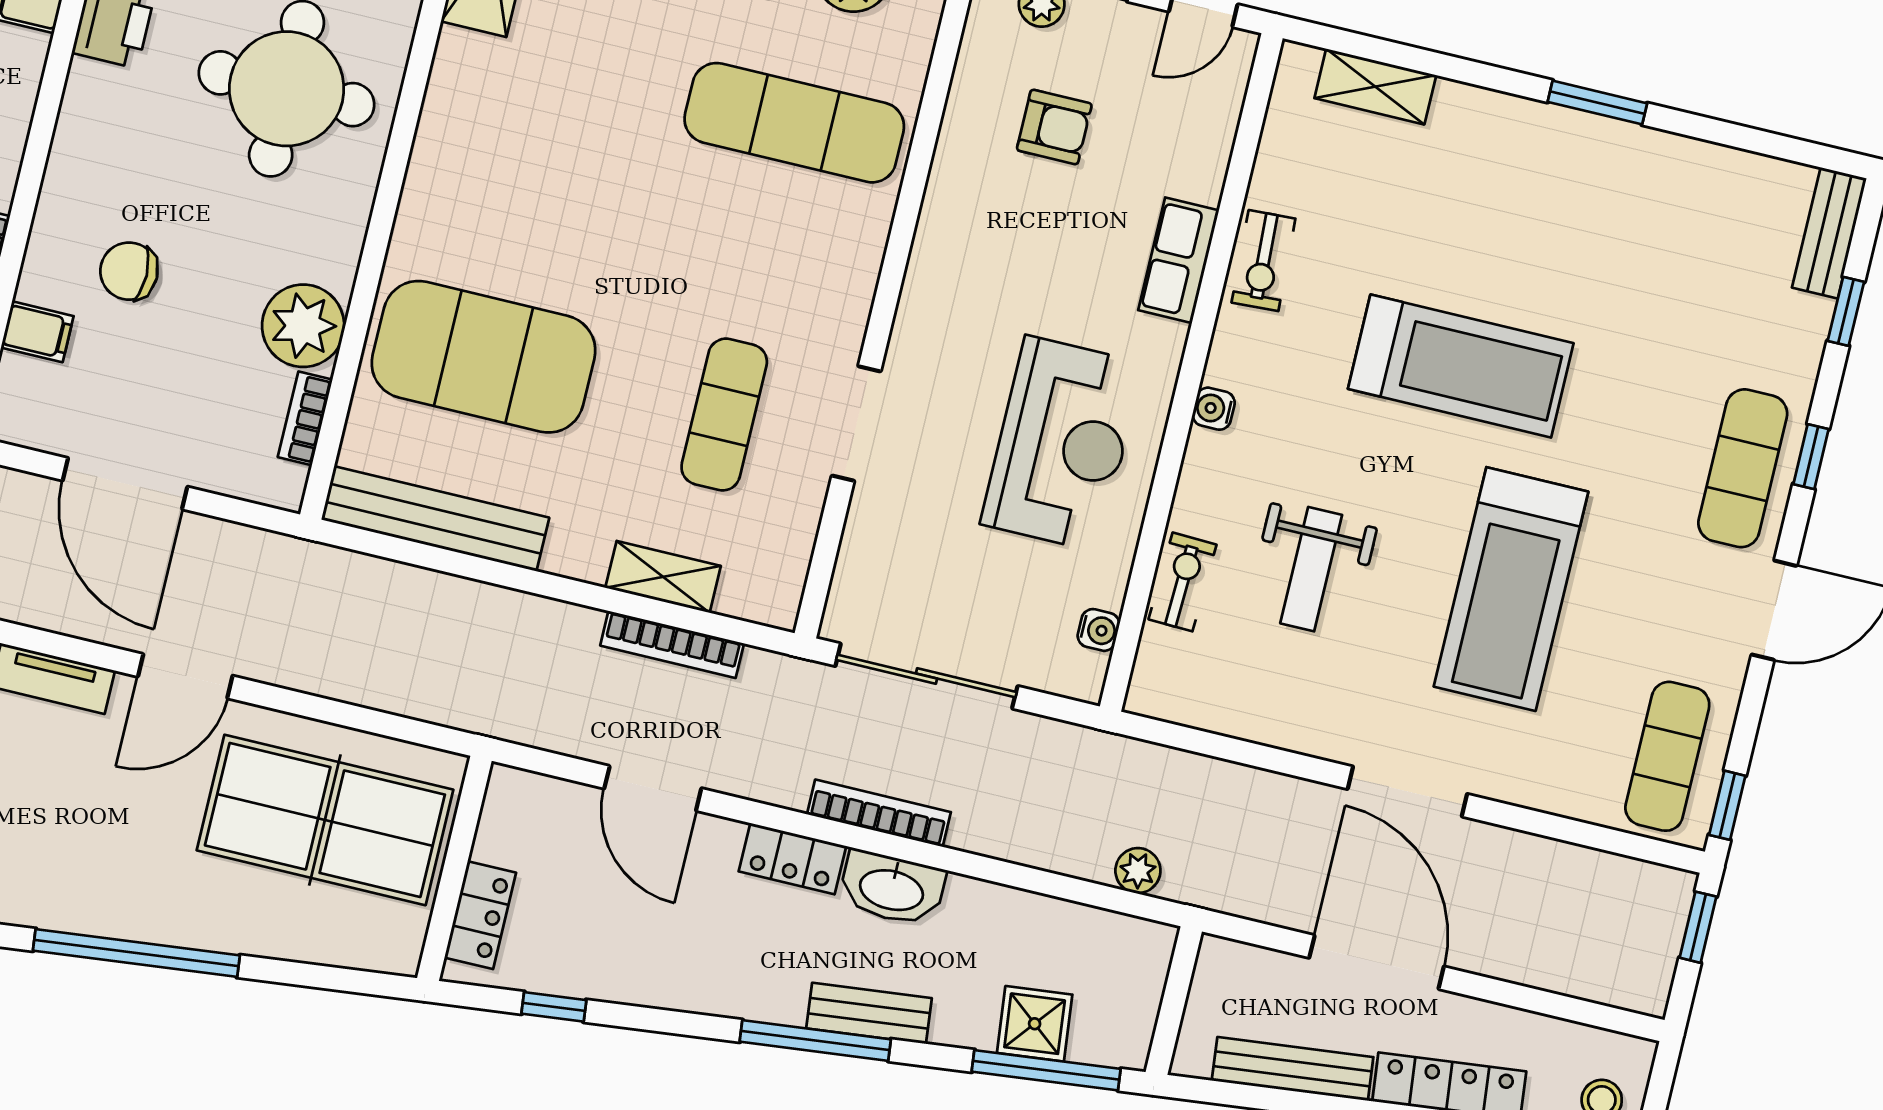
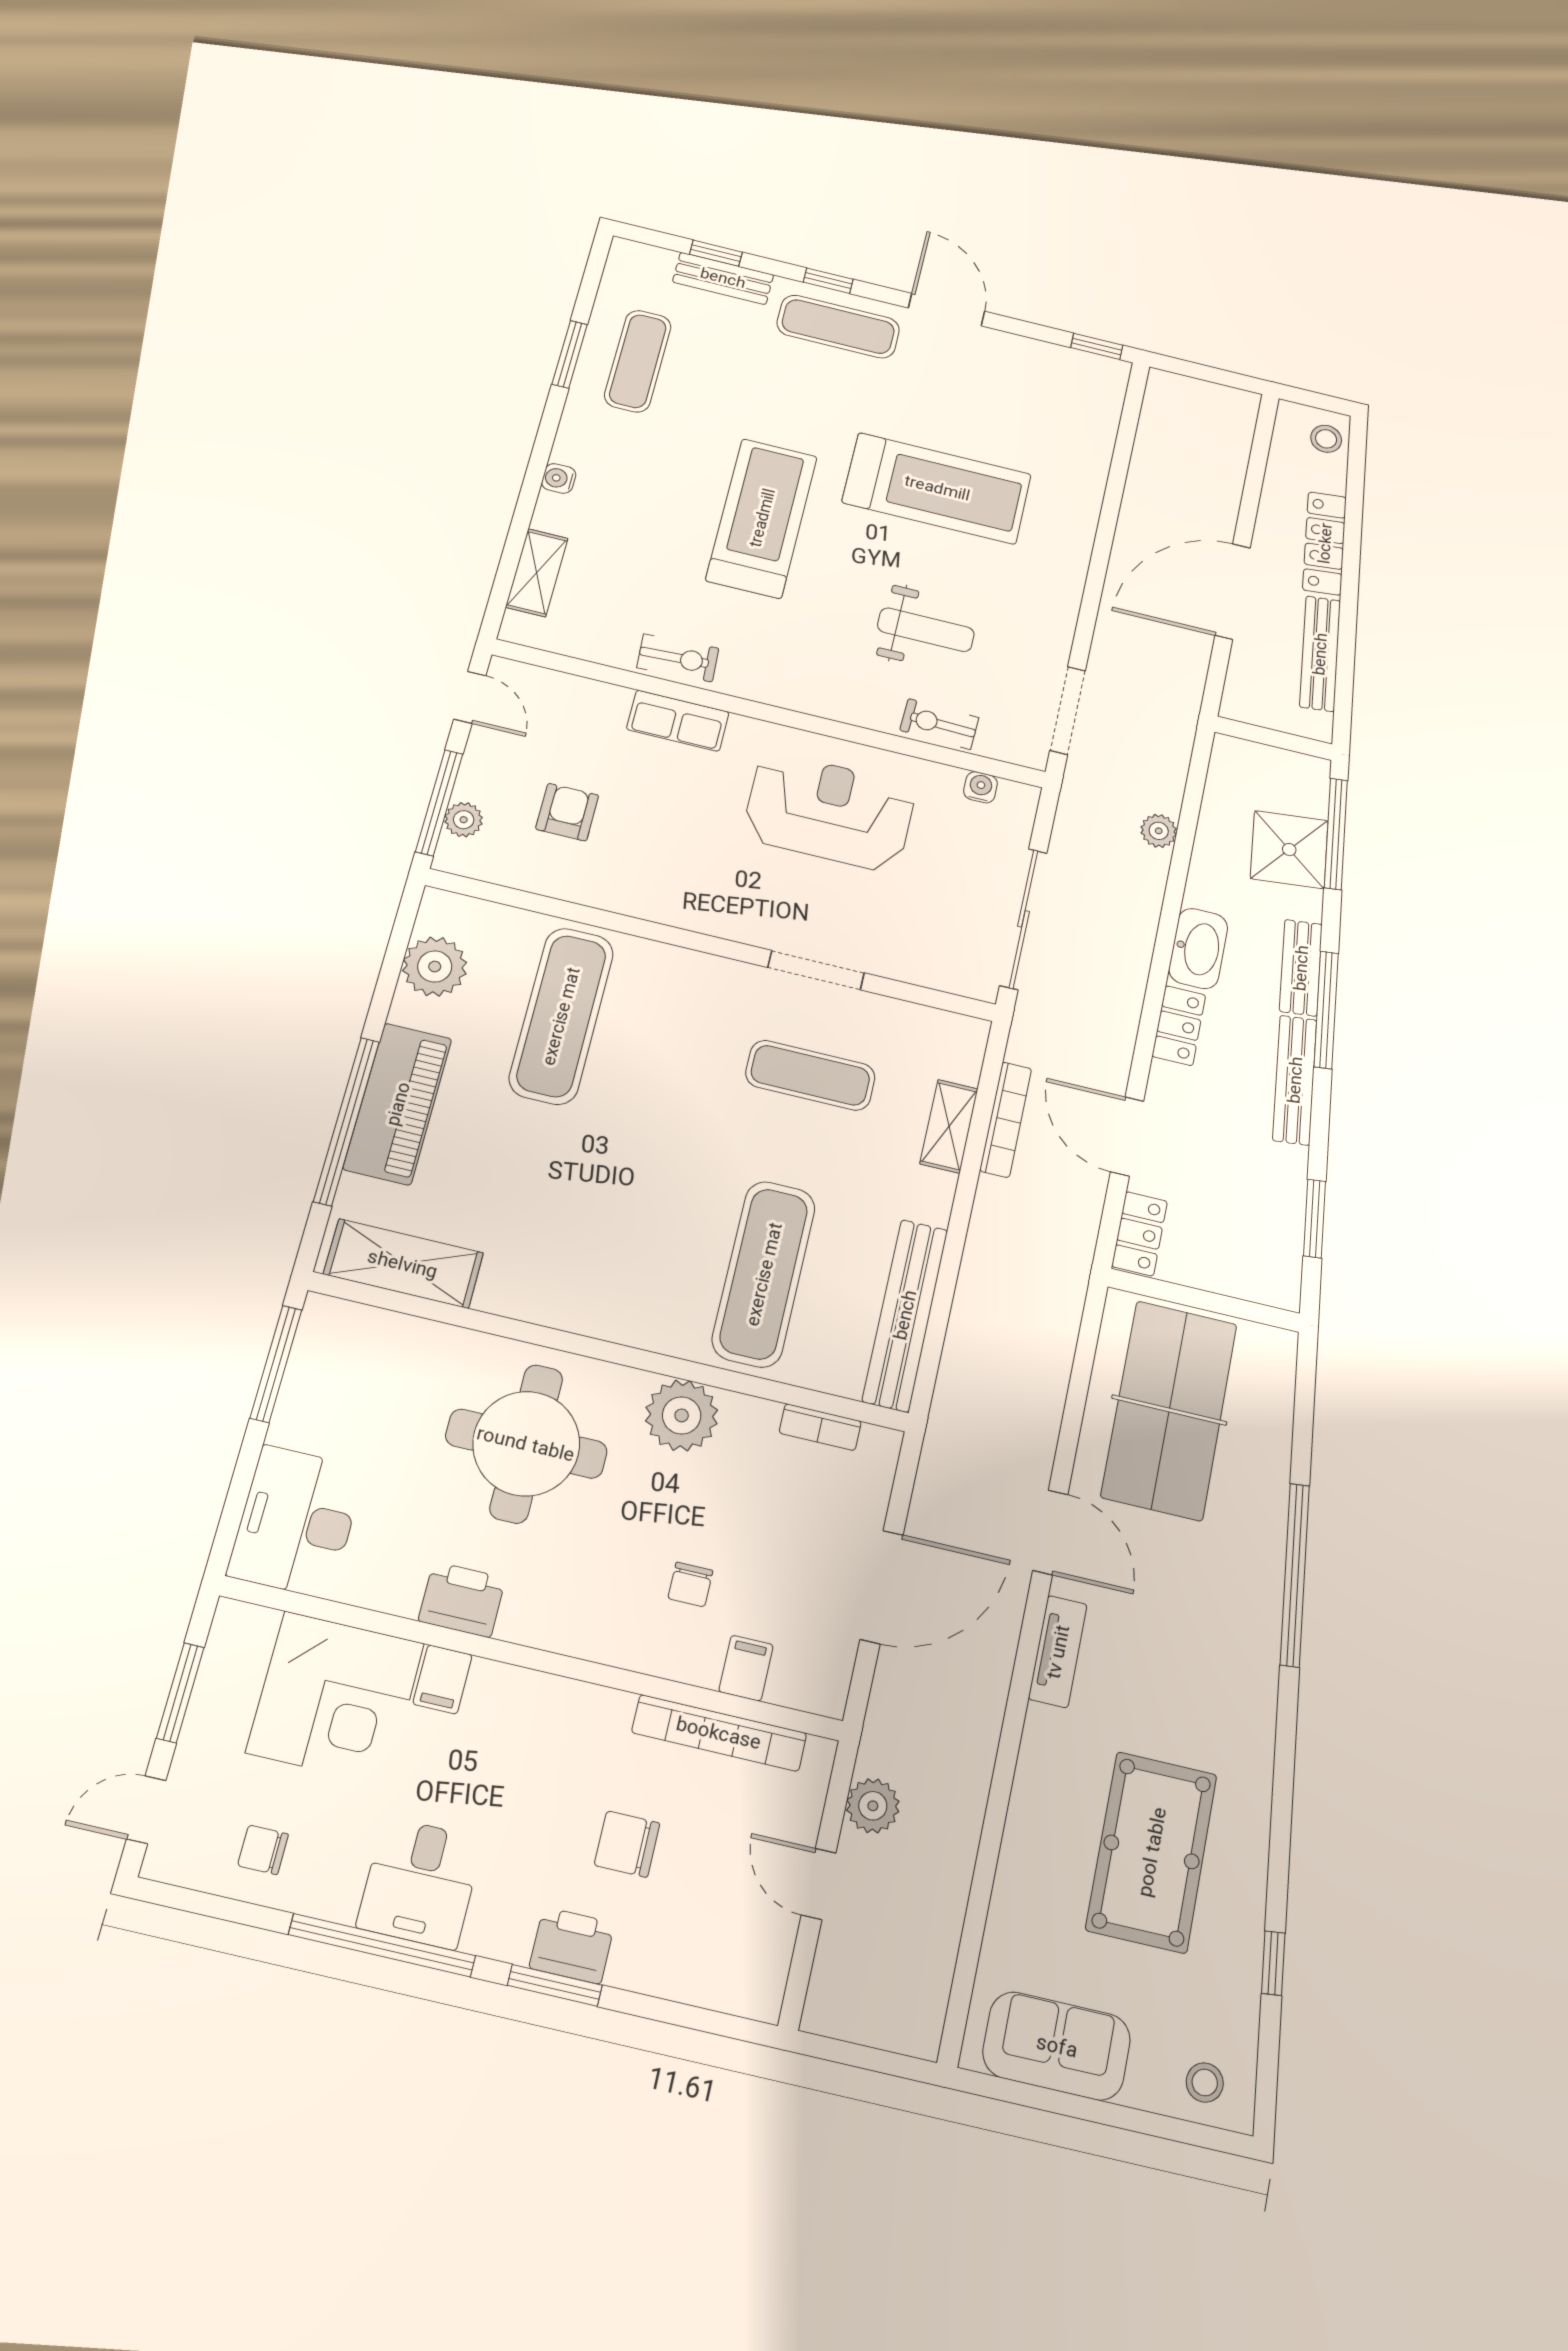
window: (1597, 103) -> (570, 354), moved
bench: (1829, 233) -> (723, 278), moved
chair: (129, 271) -> (690, 1584), width x0.73, depth x0.73
plant: (303, 326) -> (682, 1415), moved
exercise mat: (483, 357) -> (764, 1274), width x0.68
water cooler: (1214, 409) -> (559, 478), moved, turned 90
exercise mat: (1667, 756) -> (638, 361), moved, turned 90
door: (653, 788) -> (1127, 1136), swing flipped
doorway: (1407, 791) -> (1068, 710), moved
bookcase: (879, 813) -> (1138, 958), removed
plant: (1138, 871) -> (1159, 831), moved
locker: (480, 915) -> (1140, 1234), moved, turned 90
window: (1698, 927) -> (1190, 369), removed
bench: (726, 995) -> (1295, 1080), added
window: (554, 1007) -> (1315, 1219), width x1.50
shower: (1035, 1024) -> (1289, 850), width x1.36, depth x1.36

